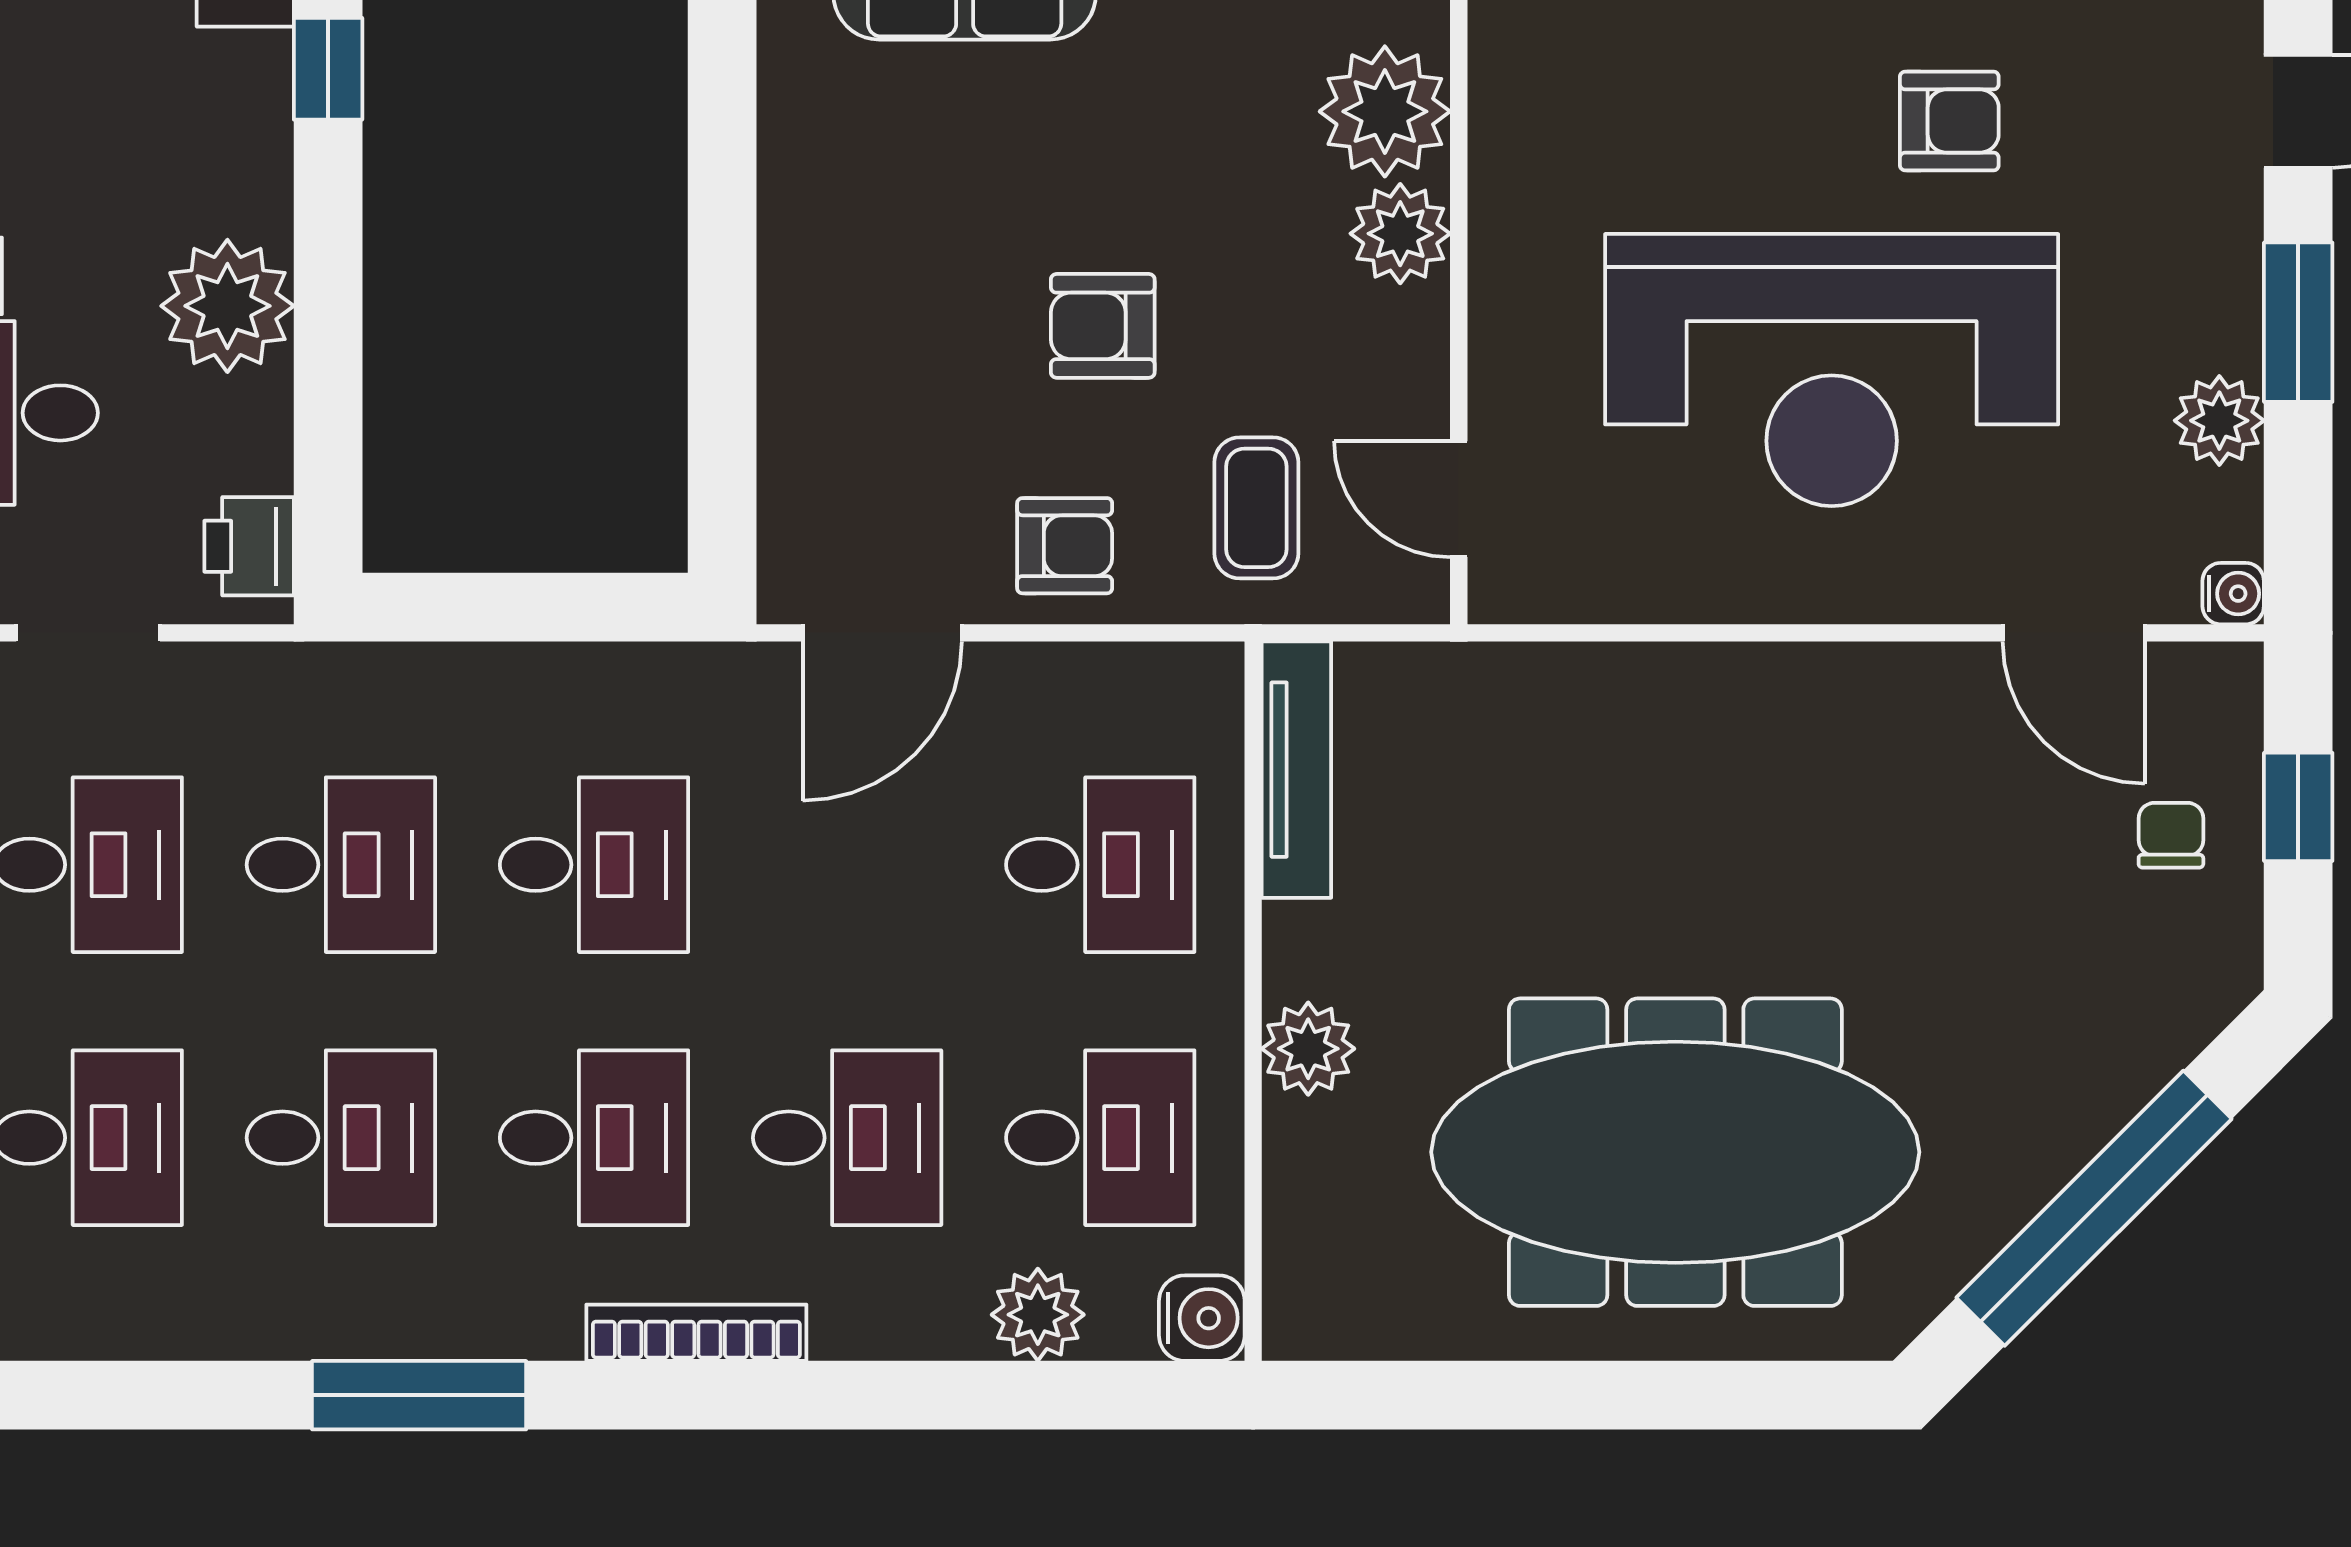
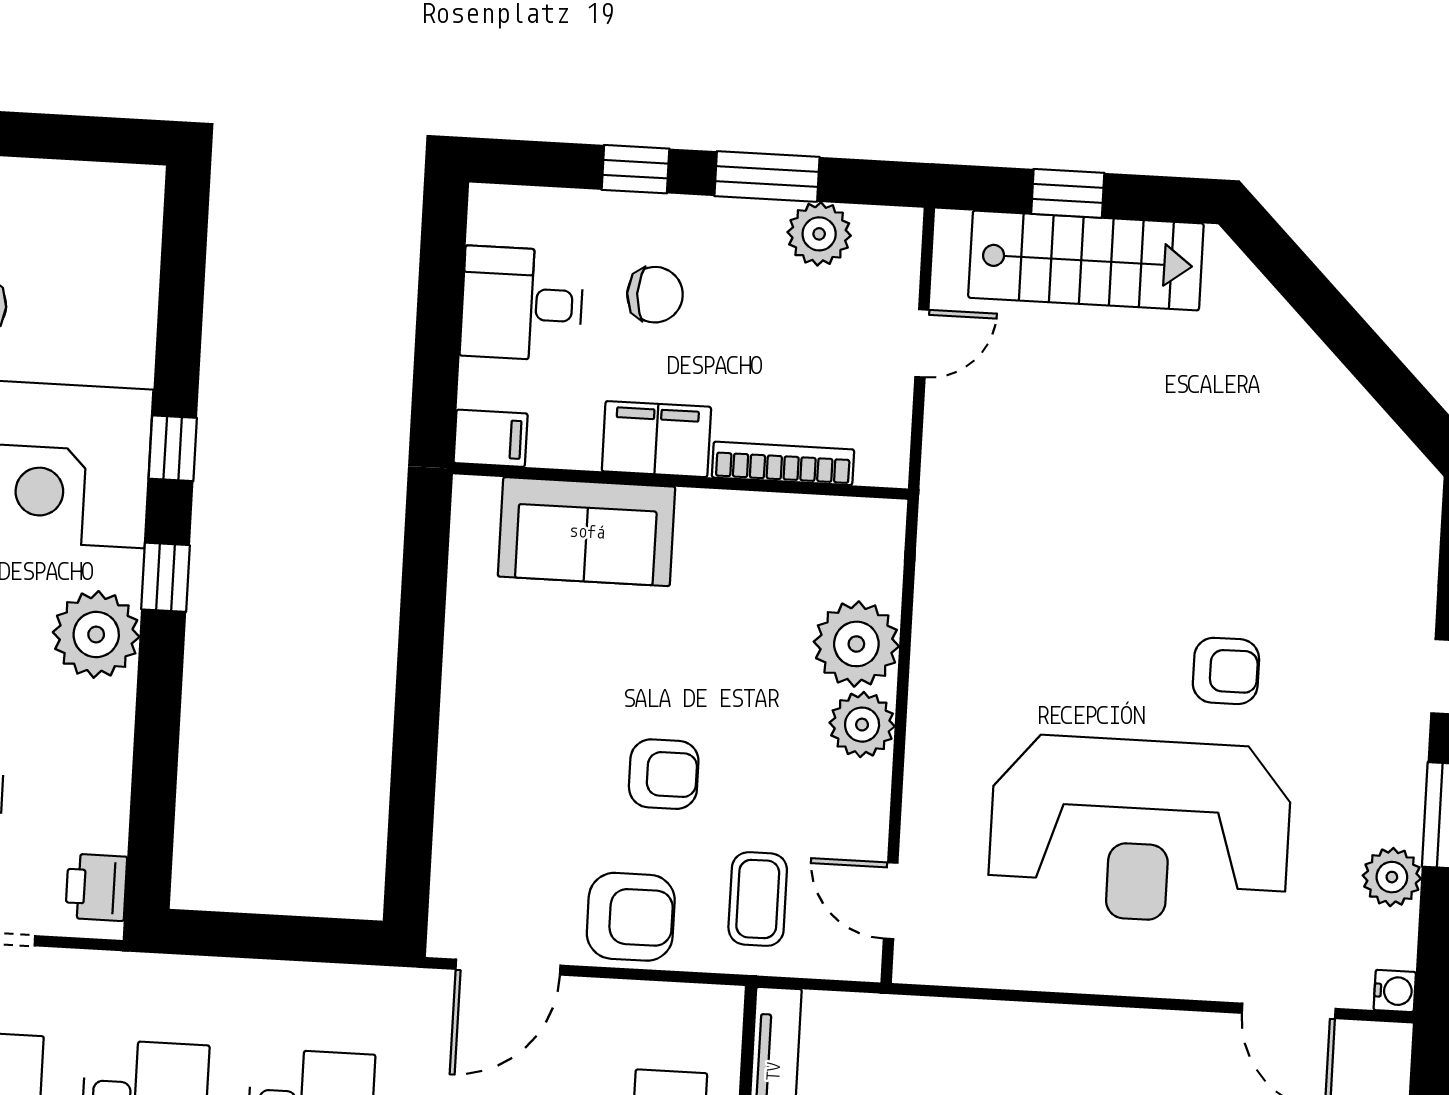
plant: (227, 306) -> (96, 634), moved
armchair: (1103, 326) -> (664, 774), turned 180
armchair: (1065, 546) -> (631, 917), width x1.38, depth x1.38

